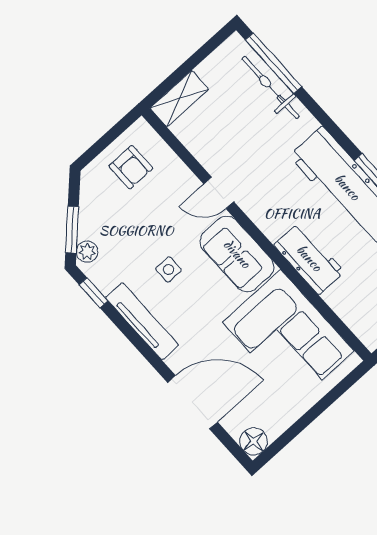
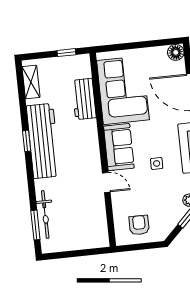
window: (273, 63) -> (35, 225), width x0.69
shelving: (179, 99) -> (92, 241), removed
workbench: (309, 258) -> (84, 99), moved

